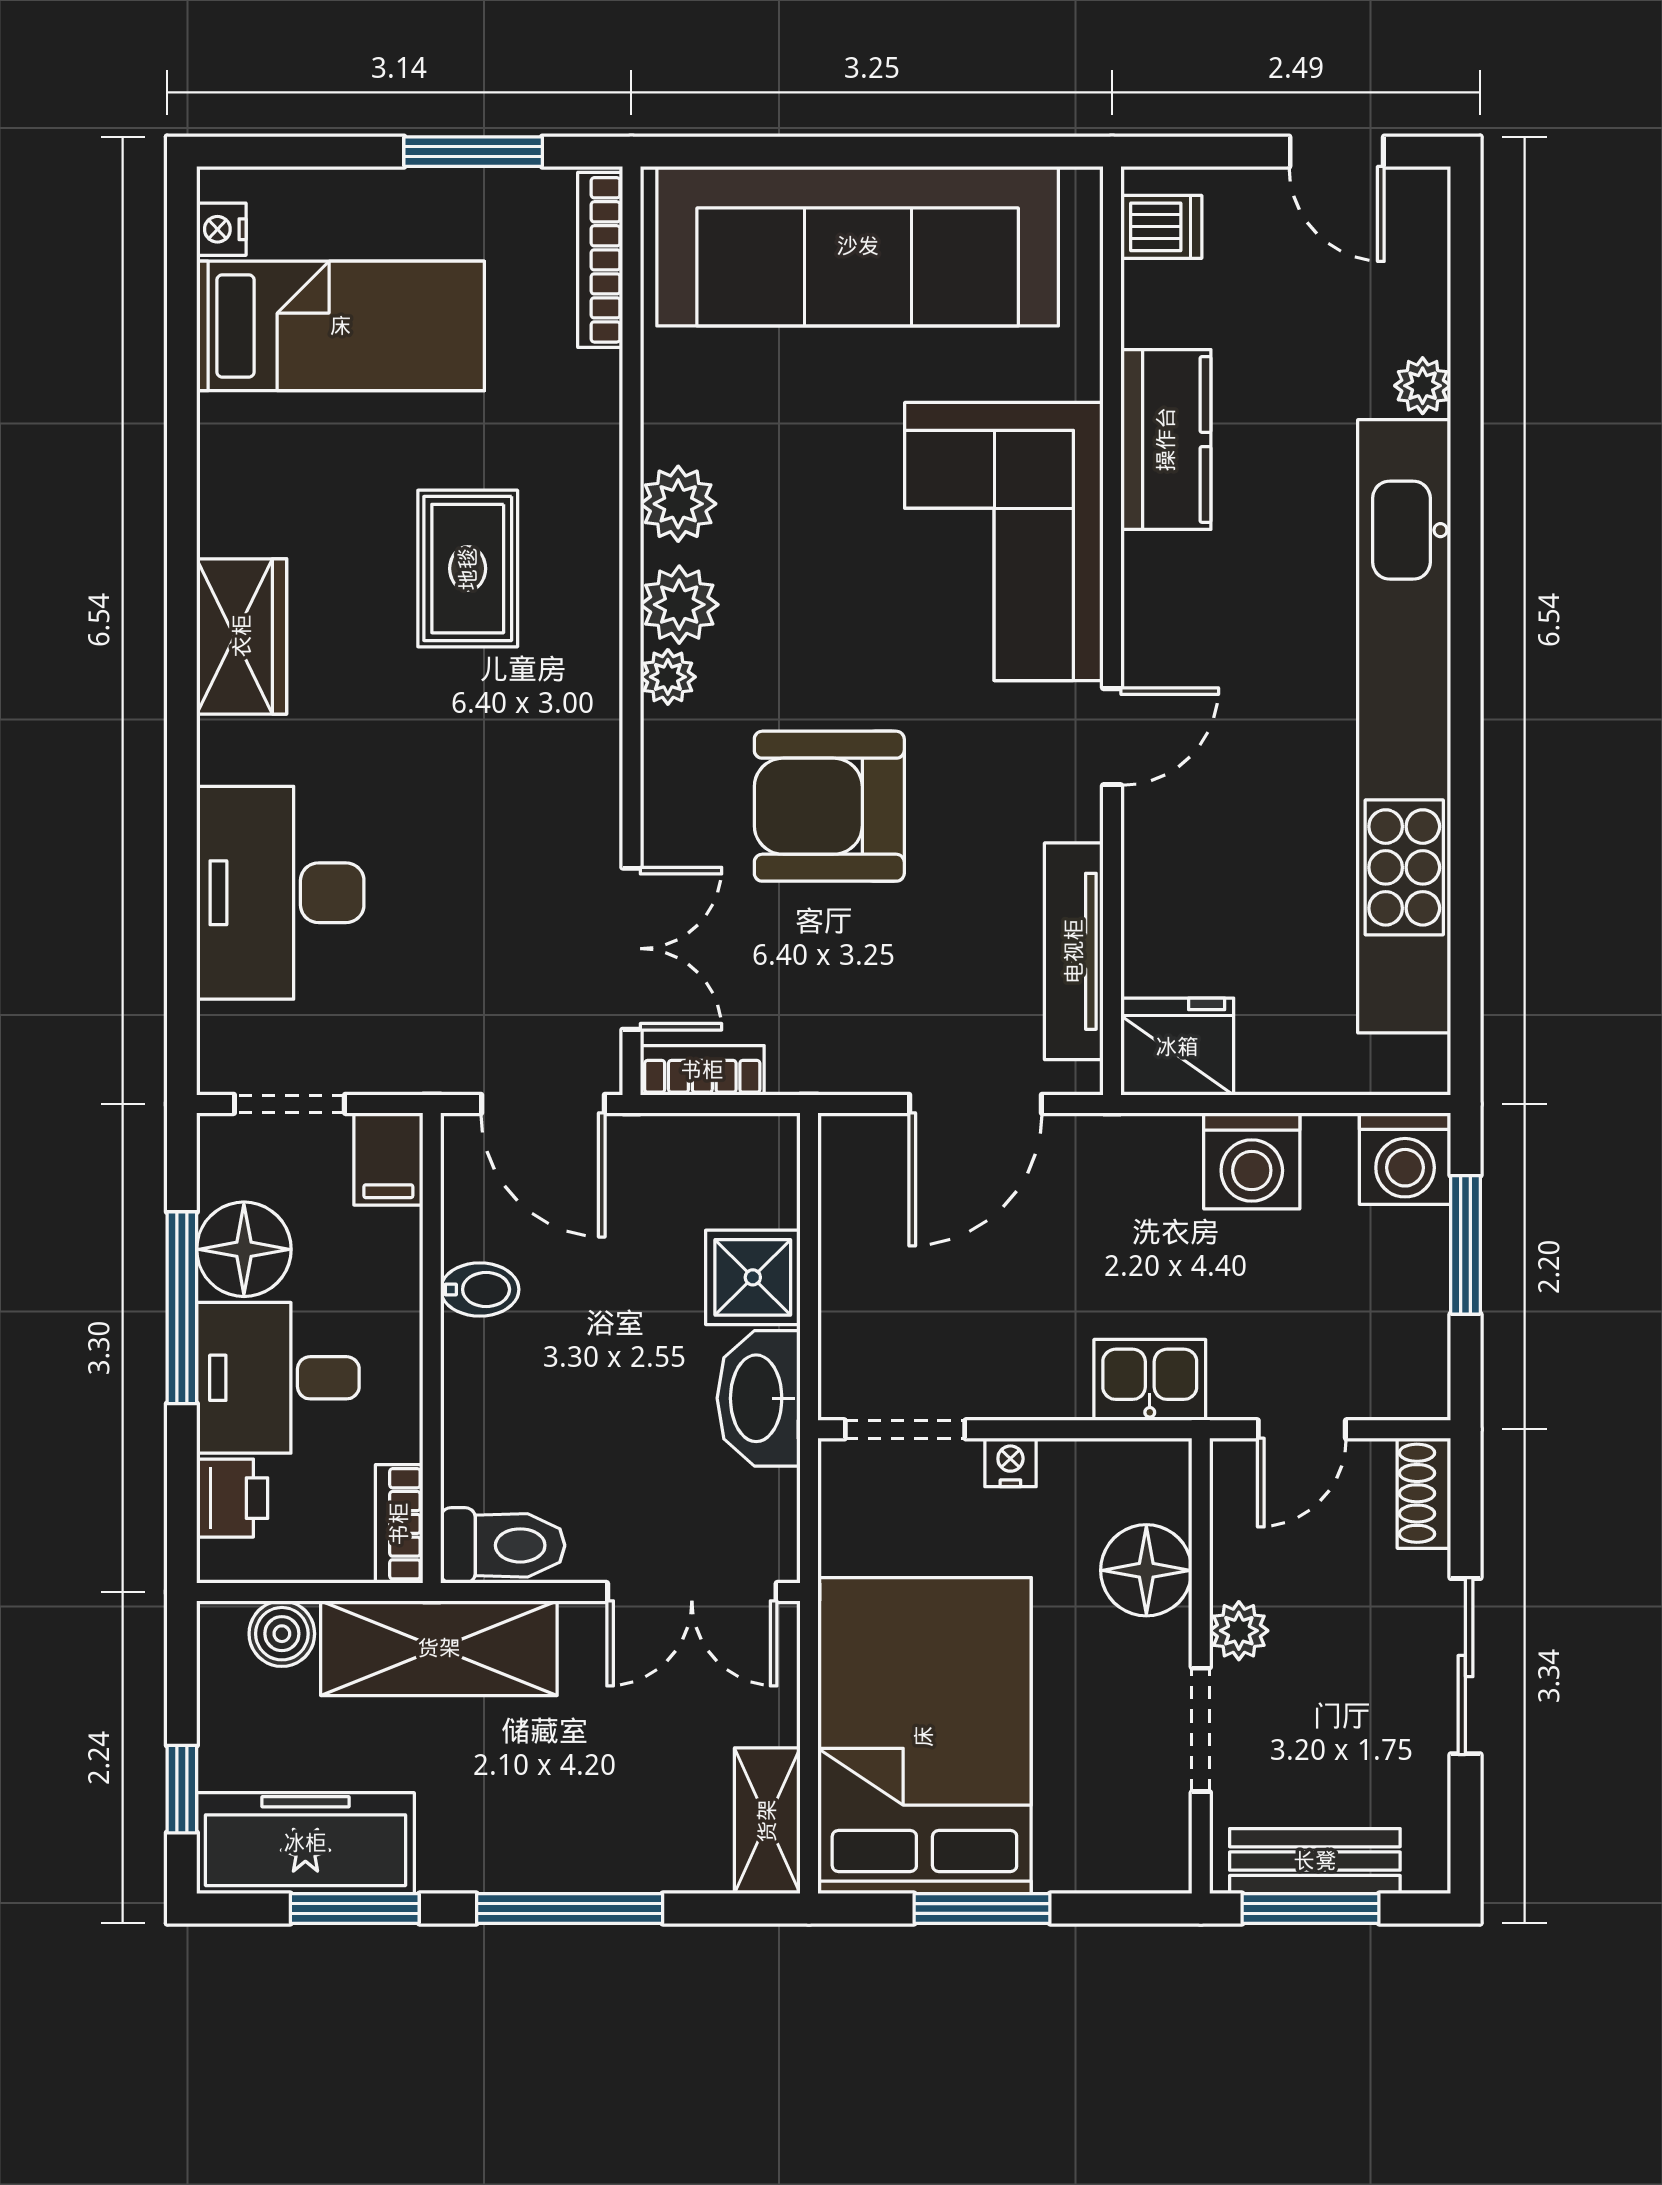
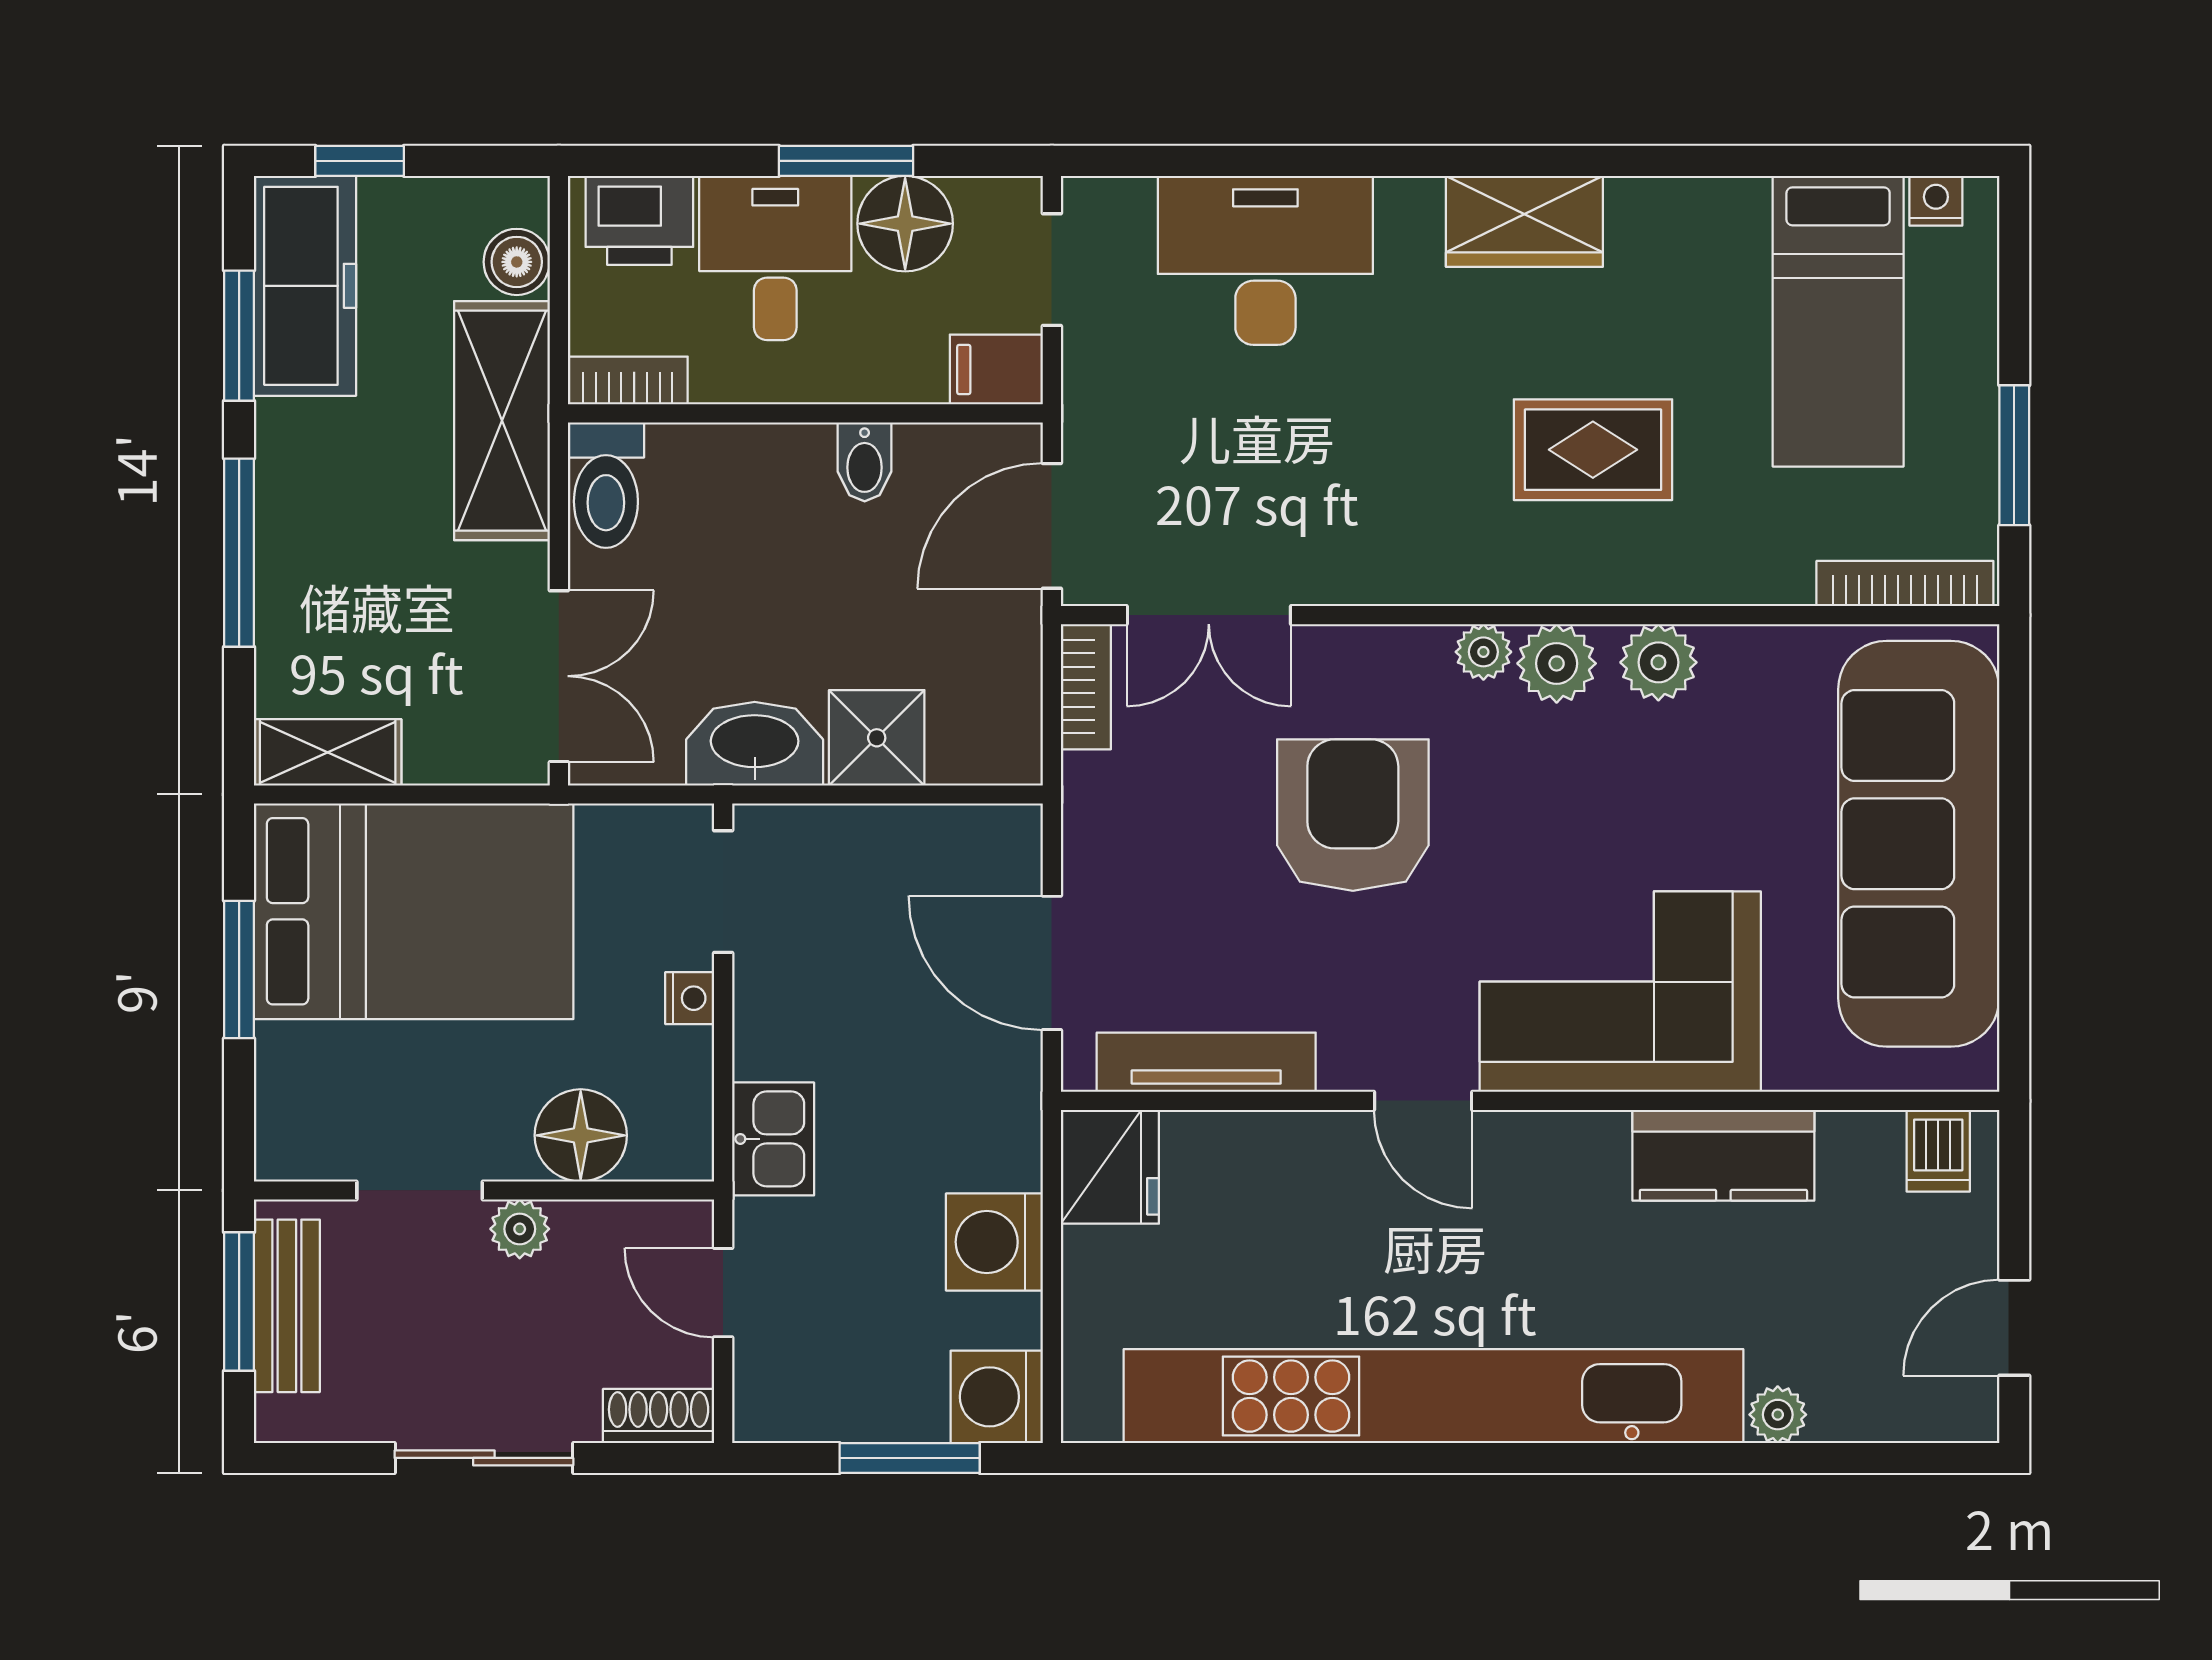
window: (182, 1308) -> (846, 161), width x0.69
printer: (232, 1498) -> (639, 220), width x1.36, depth x1.24
double door: (692, 1592) -> (559, 676), swing flipped

